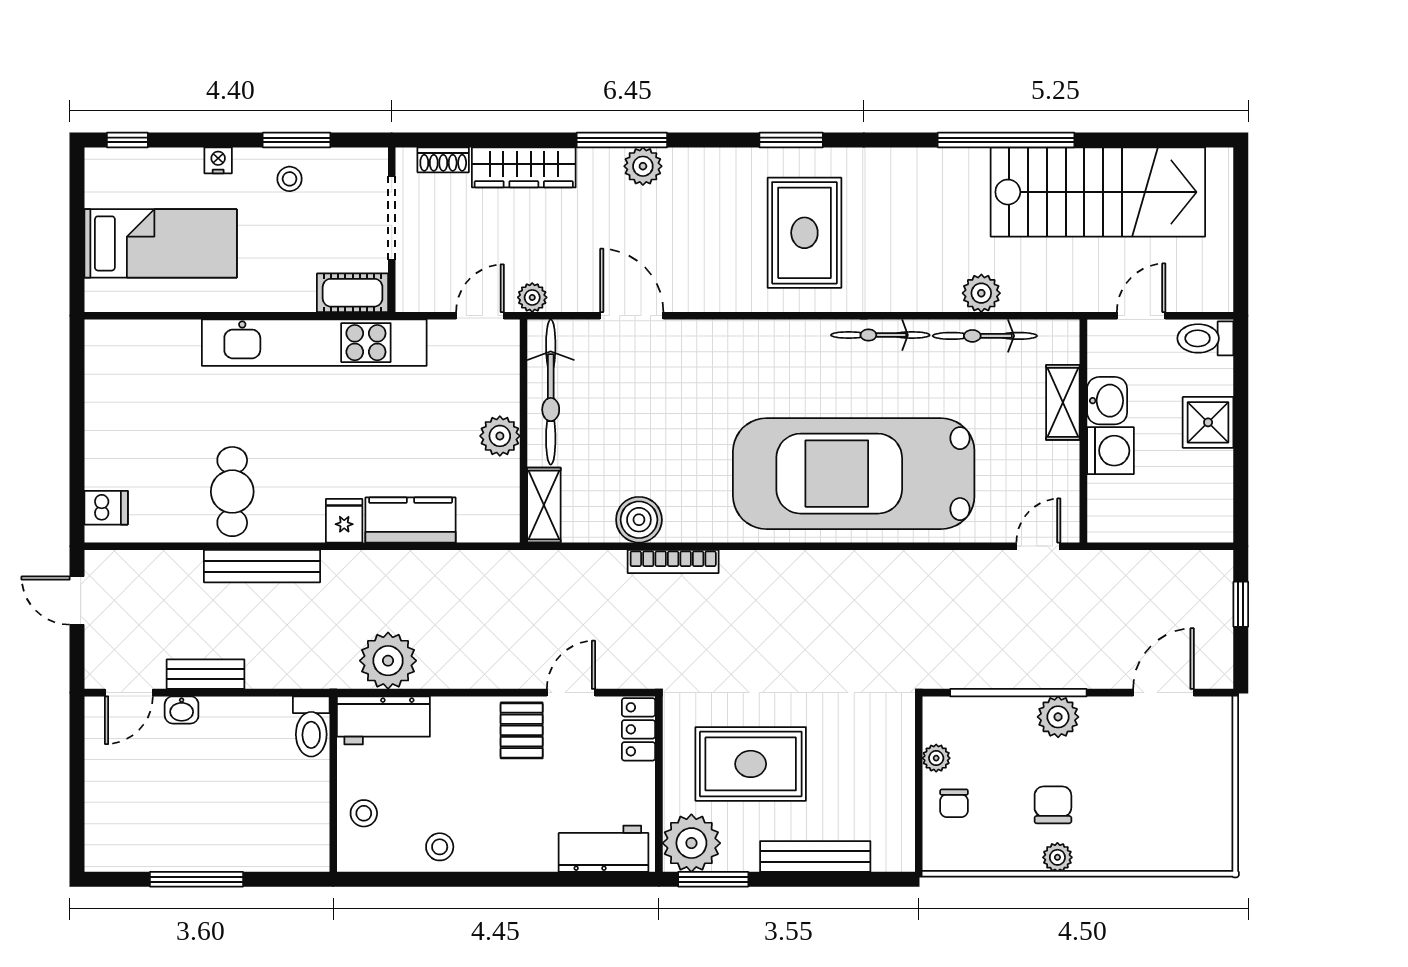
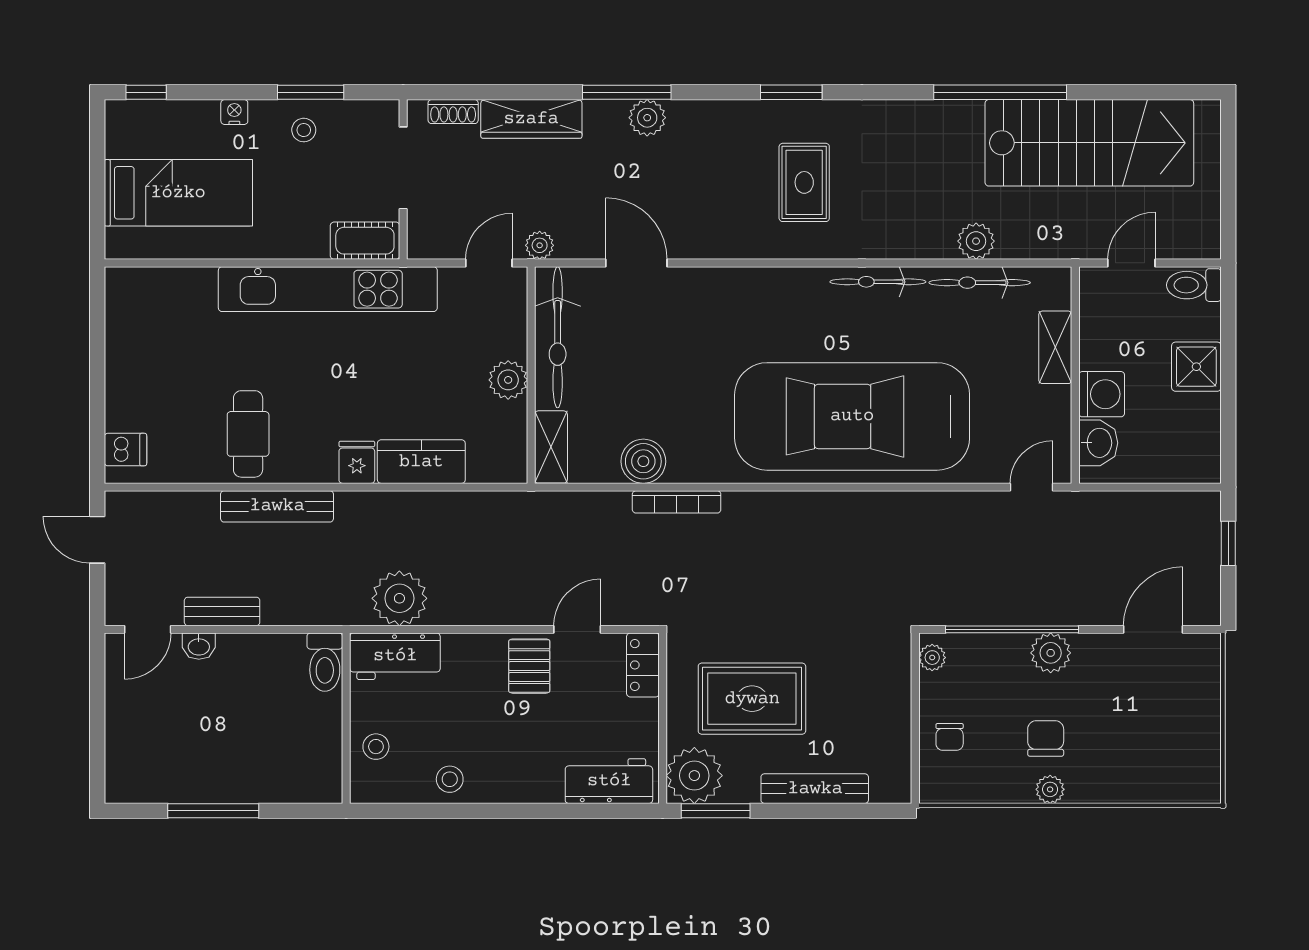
rug: (804, 233) -> (804, 182), width x0.73, depth x0.70
washbasin: (1107, 401) -> (1098, 443), moved
plant: (936, 758) -> (932, 658), moved

